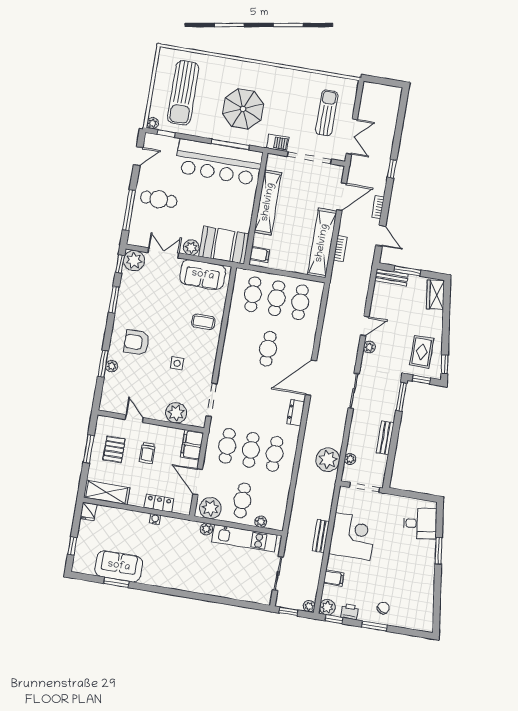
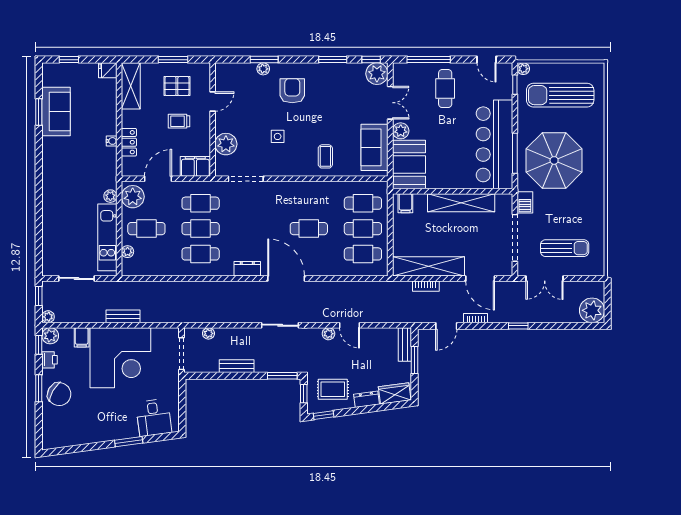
parasol: (243, 109) -> (554, 160), width x1.36, depth x1.36
dresser: (437, 322) -> (367, 399), added
plant: (328, 460) -> (592, 310), moved
corner desk: (353, 536) -> (120, 358), width x1.36, depth x1.36
chair: (383, 608) -> (59, 394), width x1.87, depth x1.87

